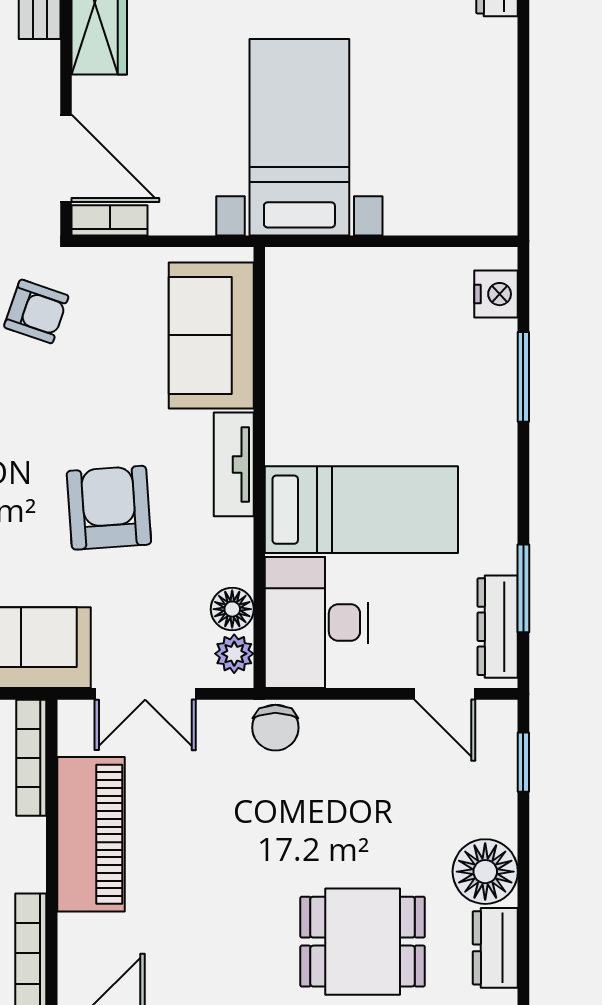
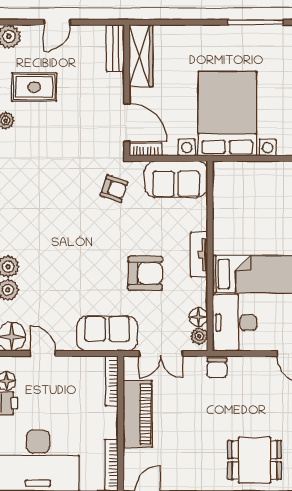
bed with nightstands: (299, 137) -> (227, 114), width x1.36
sofa: (211, 335) -> (176, 179), moved, turned -90
armchair: (109, 508) -> (145, 273), turned 94

